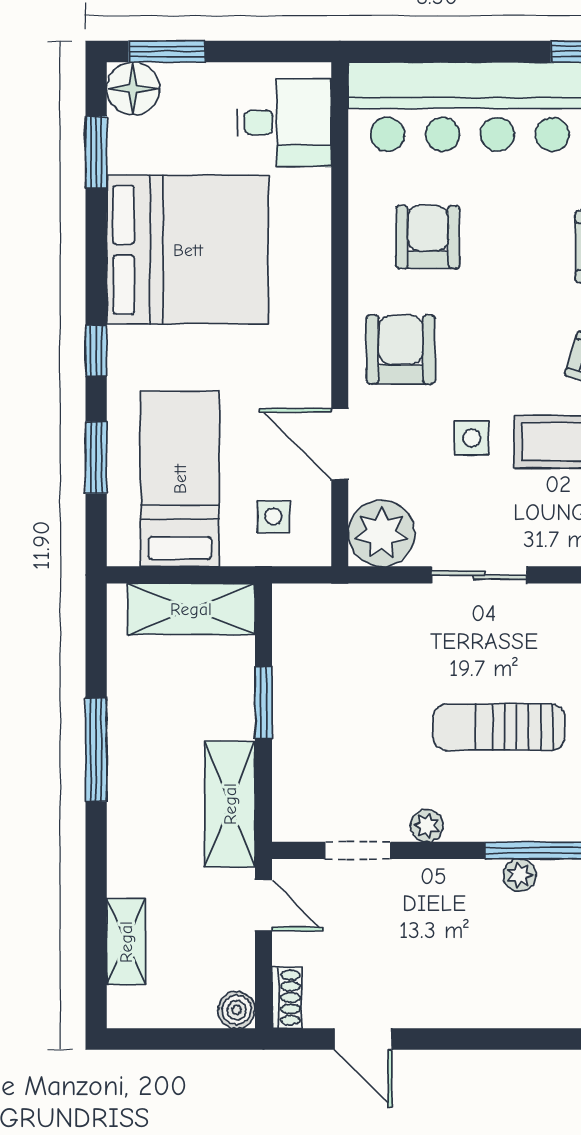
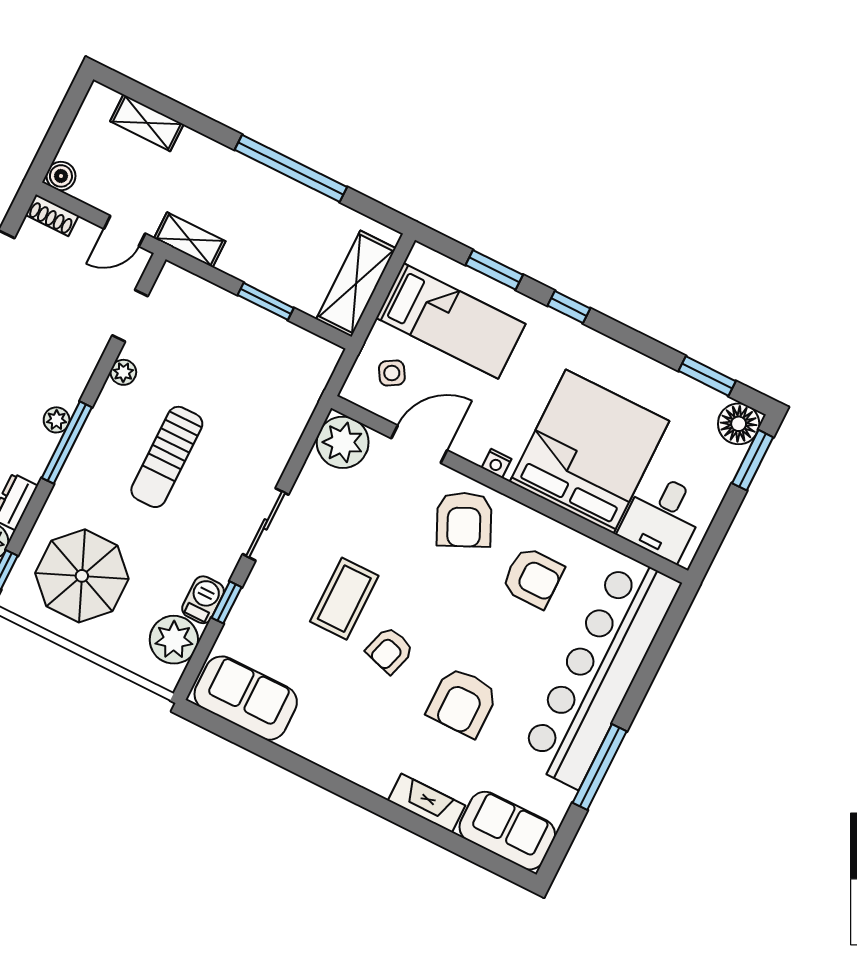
bed: (188, 250) -> (590, 451), moved, turned 180
nightstand: (317, 344) -> (497, 463), added
armchair: (401, 349) -> (464, 520), turned 65
side table: (472, 438) -> (378, 538), removed
side table: (273, 516) -> (392, 373), turned -31
sliding door: (479, 575) -> (266, 524), moved
sun lounger: (499, 727) -> (167, 457), turned 180
window: (96, 750) -> (291, 168), width x1.46
shelving: (230, 804) -> (190, 240), width x0.67, depth x0.75

